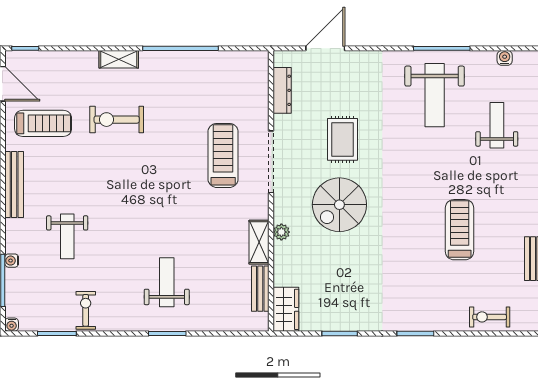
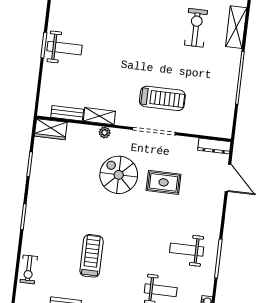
shelving: (119, 59) -> (236, 27), width x1.50, depth x1.33
dresser: (282, 90) -> (214, 146), moved
weight bench: (435, 95) -> (187, 250), width x0.73, depth x0.75
treadmill: (460, 230) -> (92, 256), turned -90
weight bench: (167, 282) -> (64, 48), moved
exercise bike: (490, 317) -> (29, 269), turned 180

